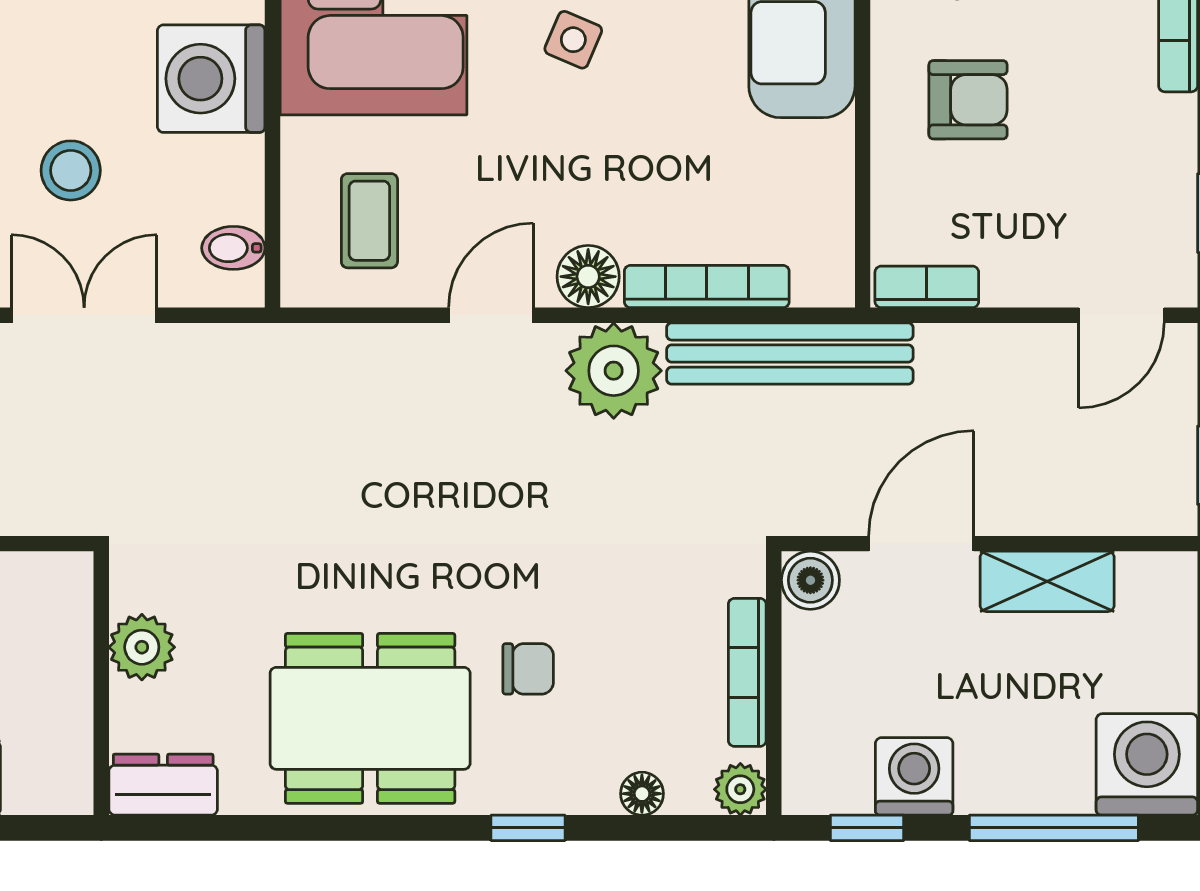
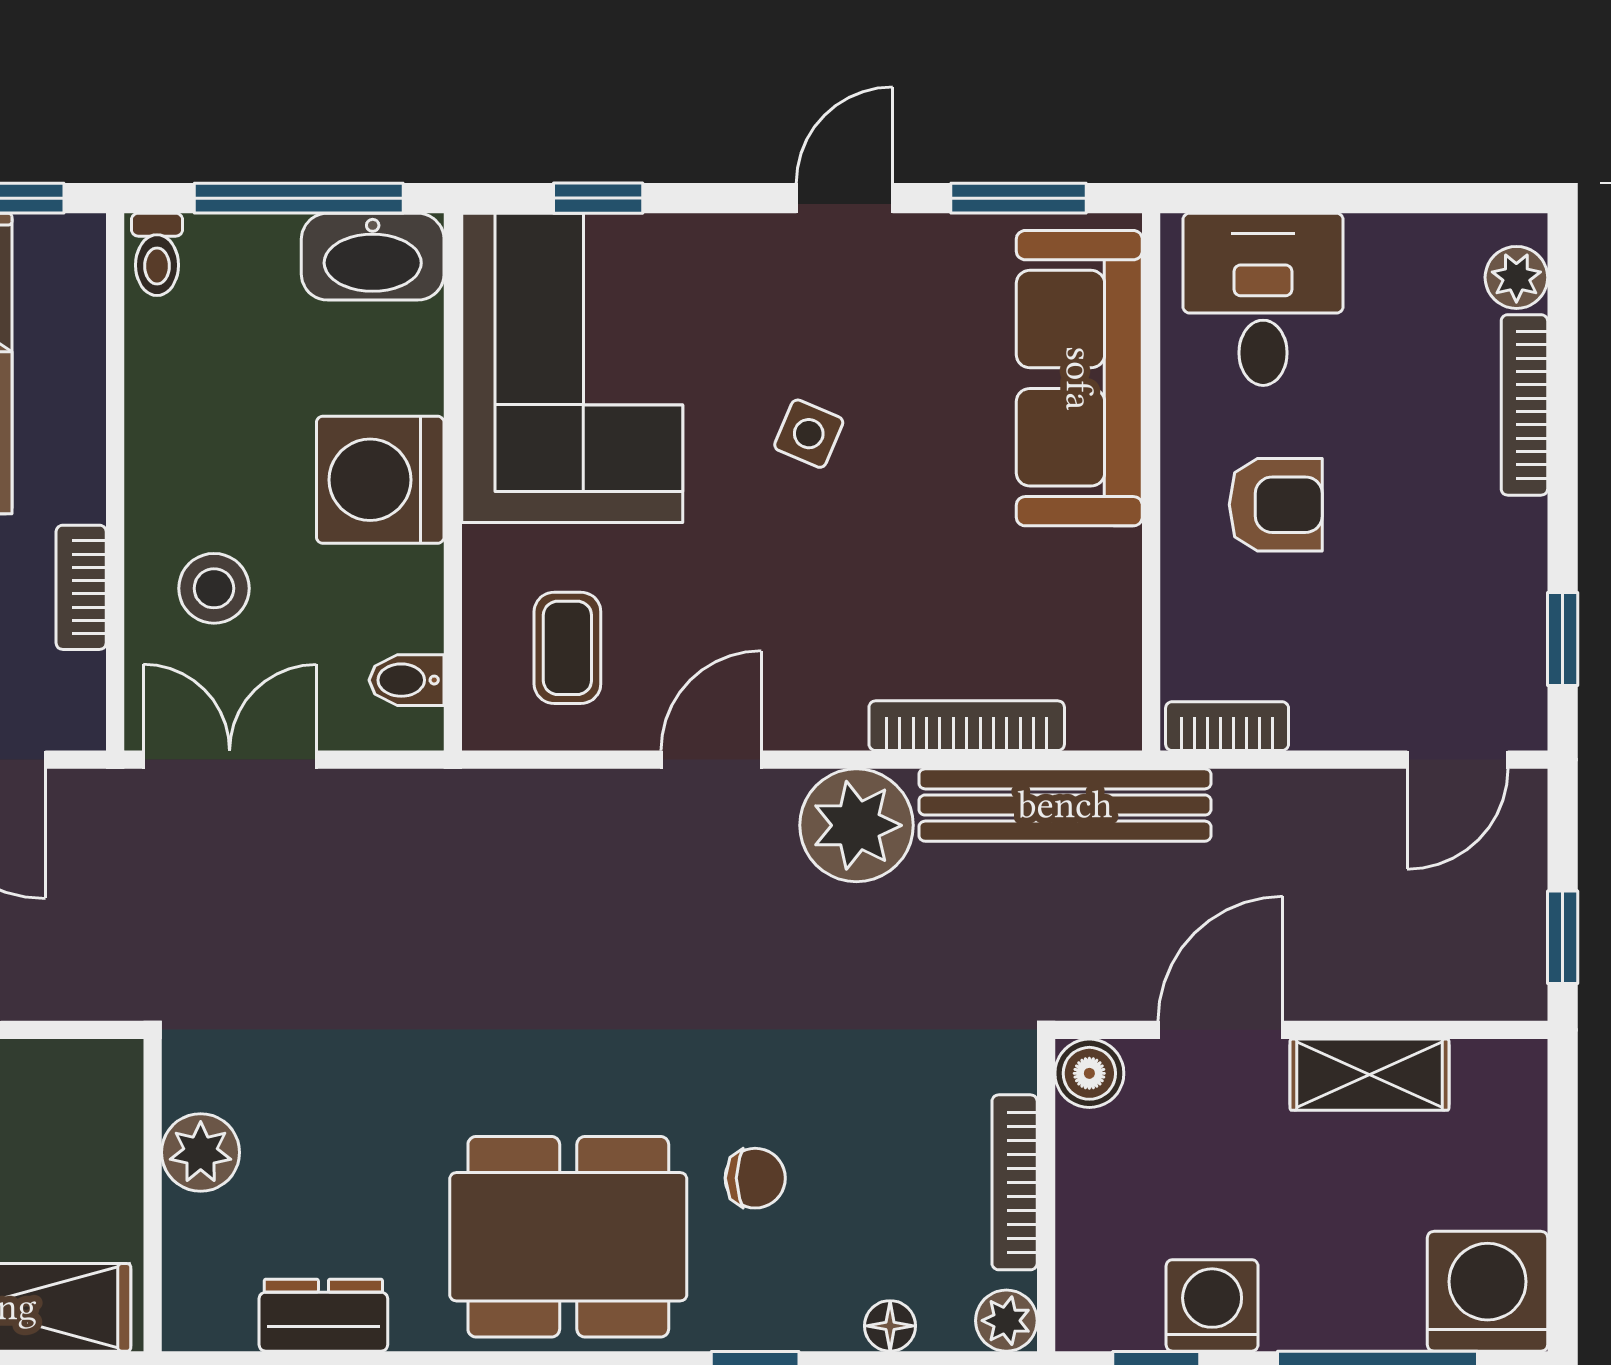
floor lamp: (588, 277) -> (826, 714), removed
plant: (142, 647) -> (201, 1152), moved
wall: (101, 683) -> (153, 1195), moved

